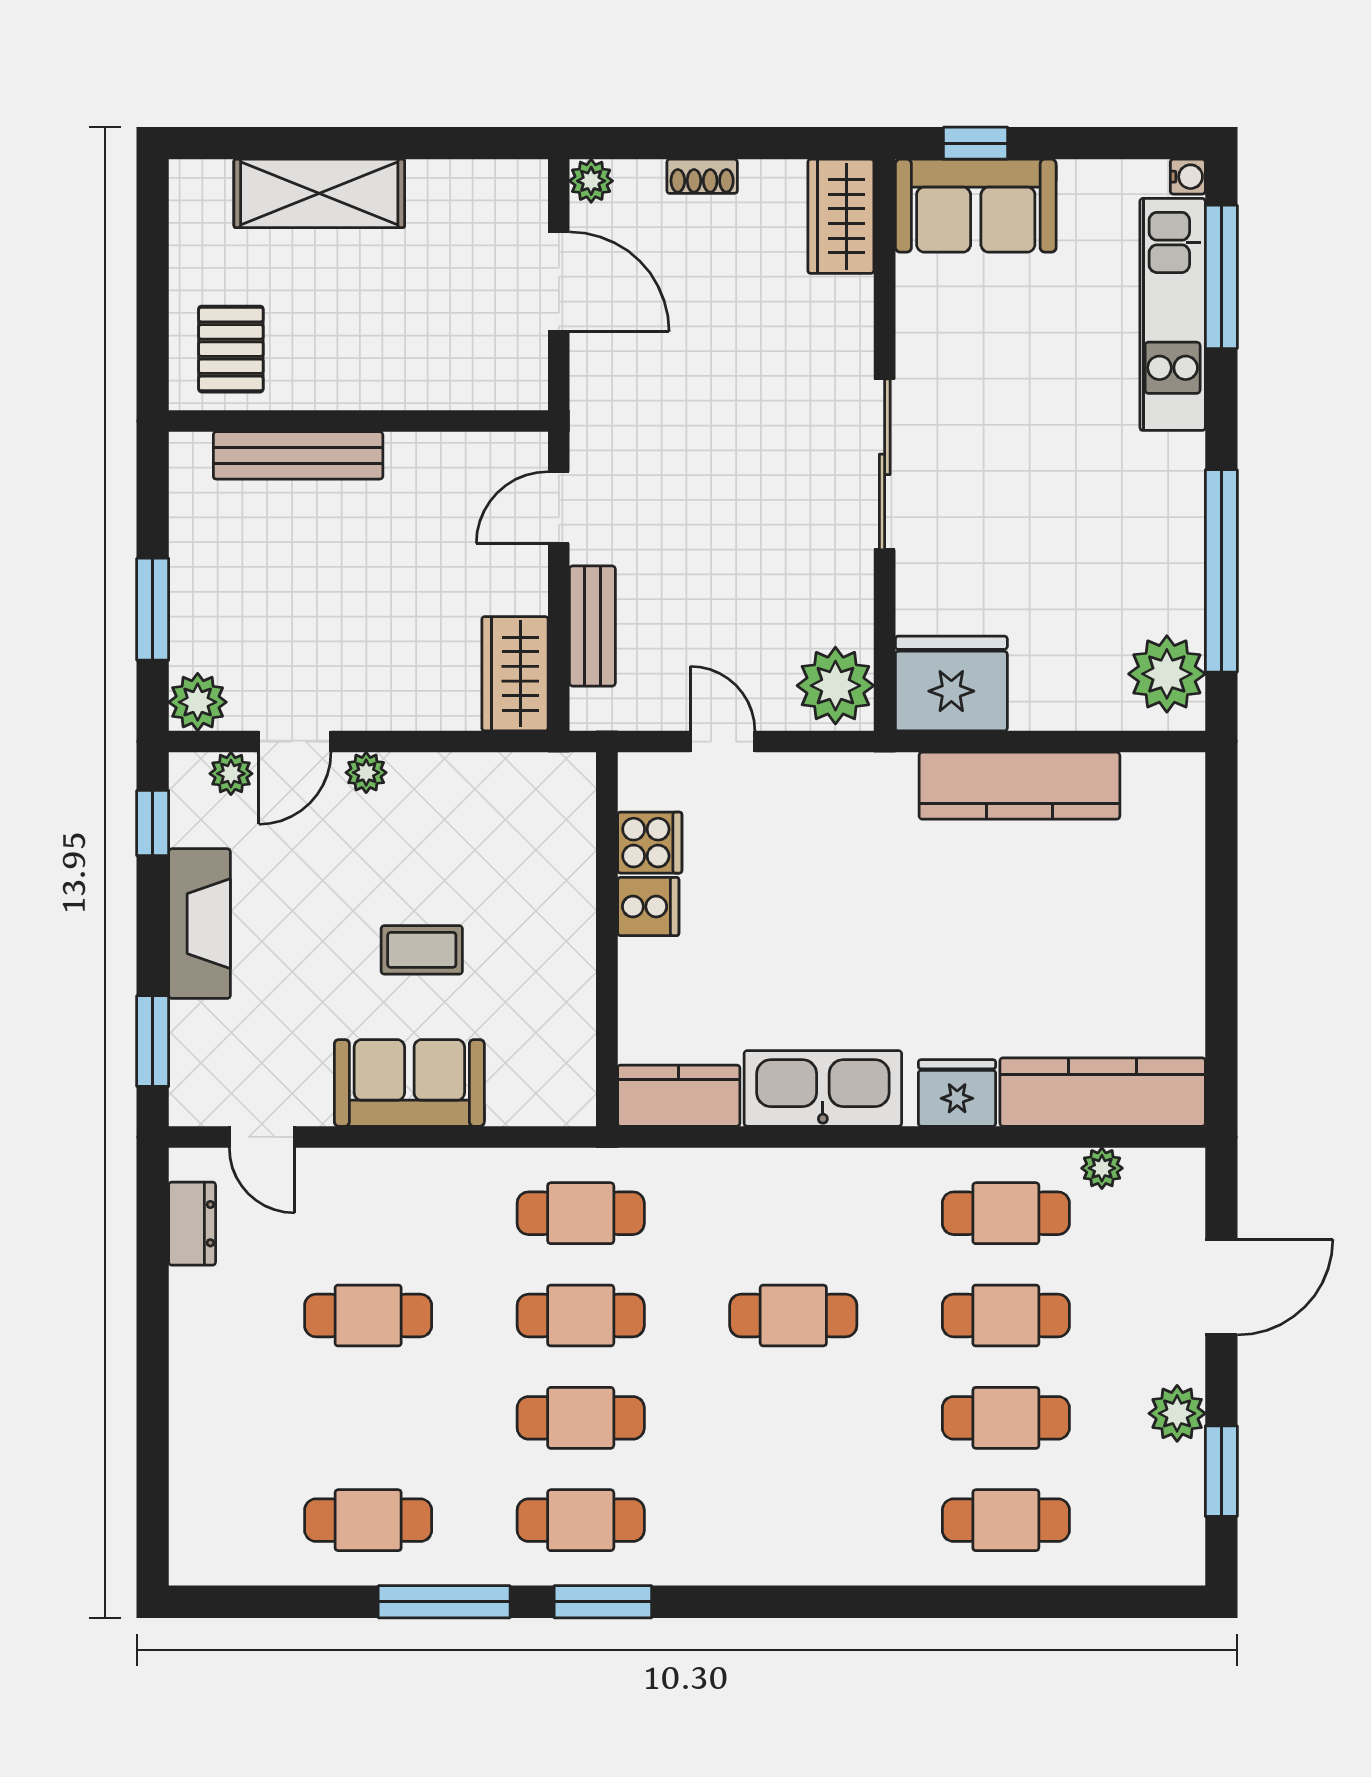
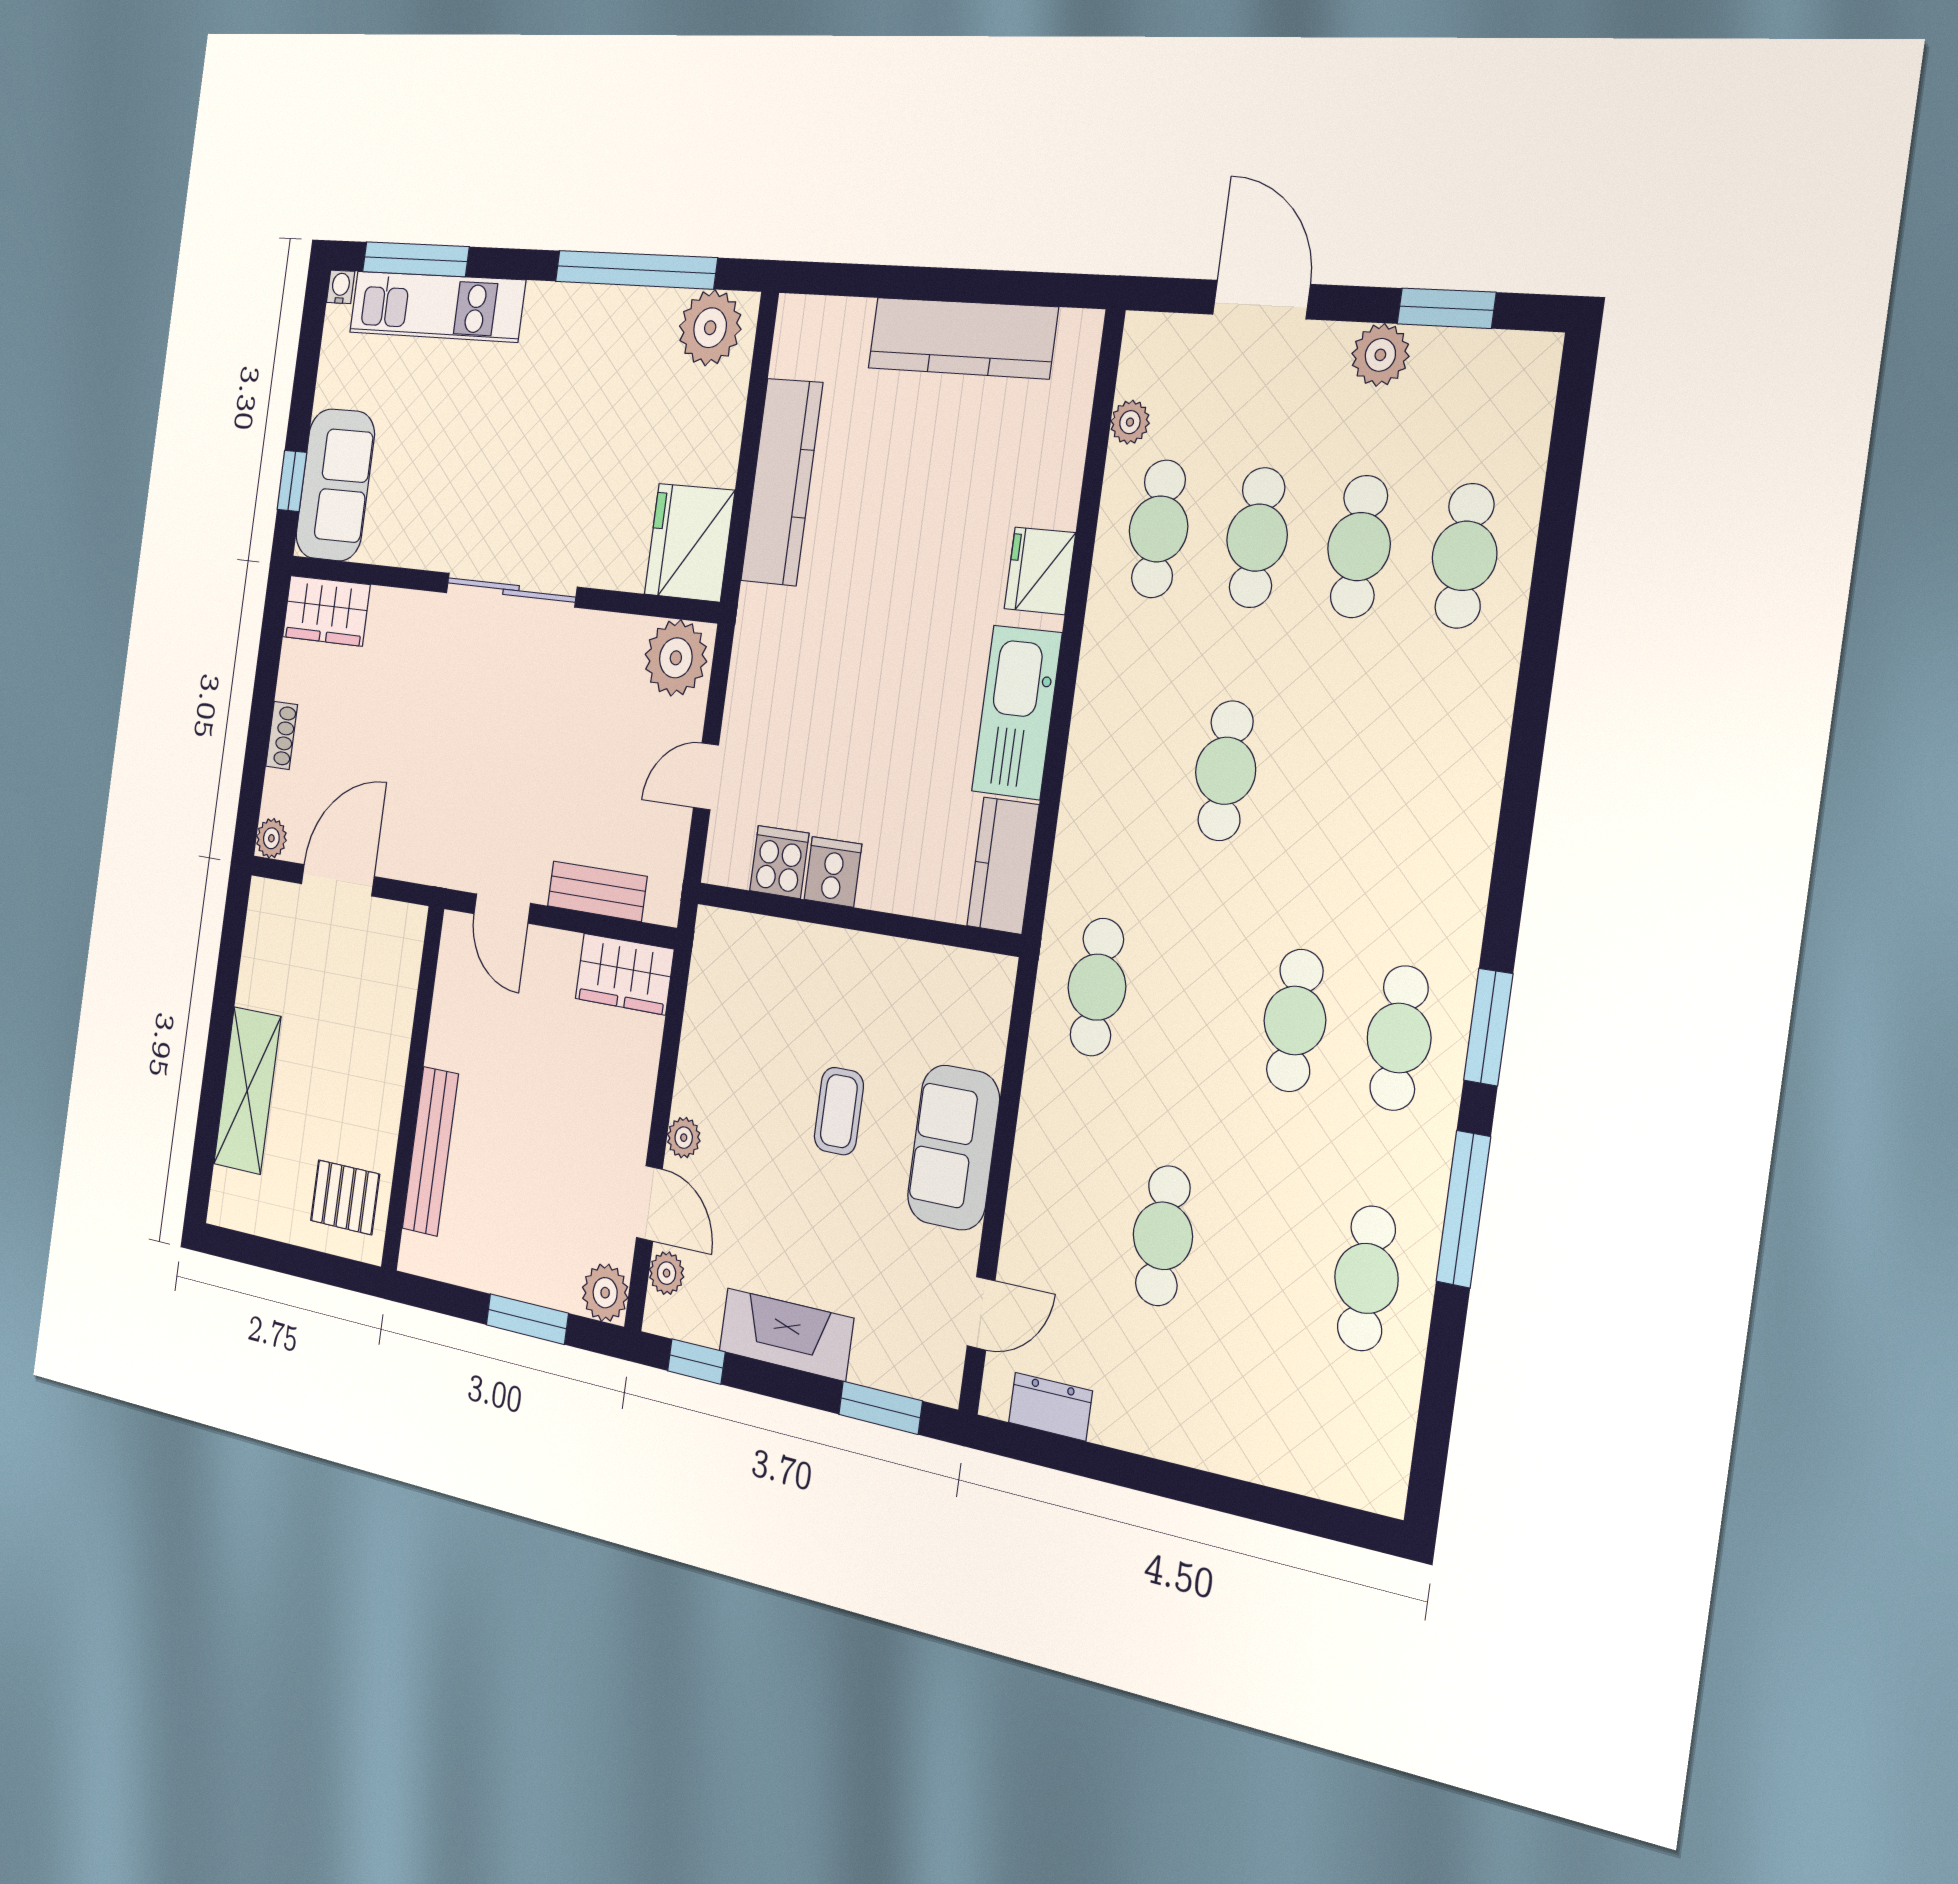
kitchen counter: (1103, 1092) -> (962, 338), moved, turned -90
cafe table: (581, 1316) -> (1194, 1004), removed

